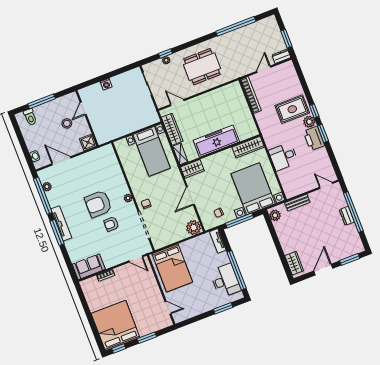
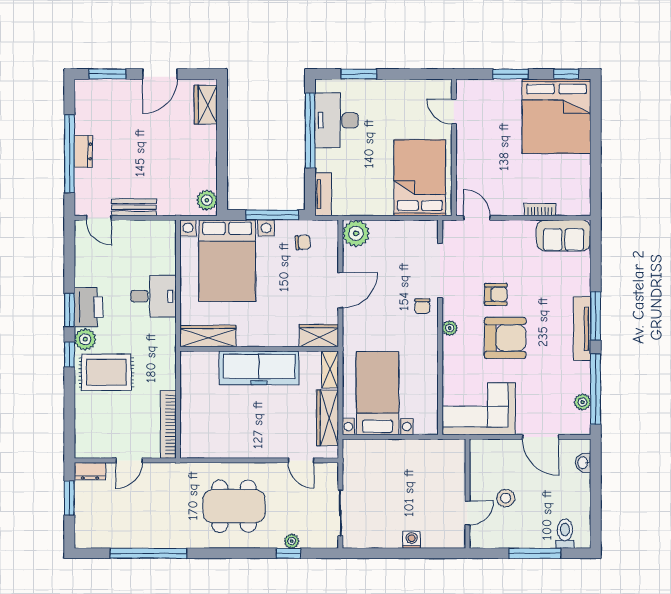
shower: (88, 142) -> (482, 451), removed
corner sofa: (98, 163) -> (479, 409), added
bench: (297, 203) -> (134, 207), moved

